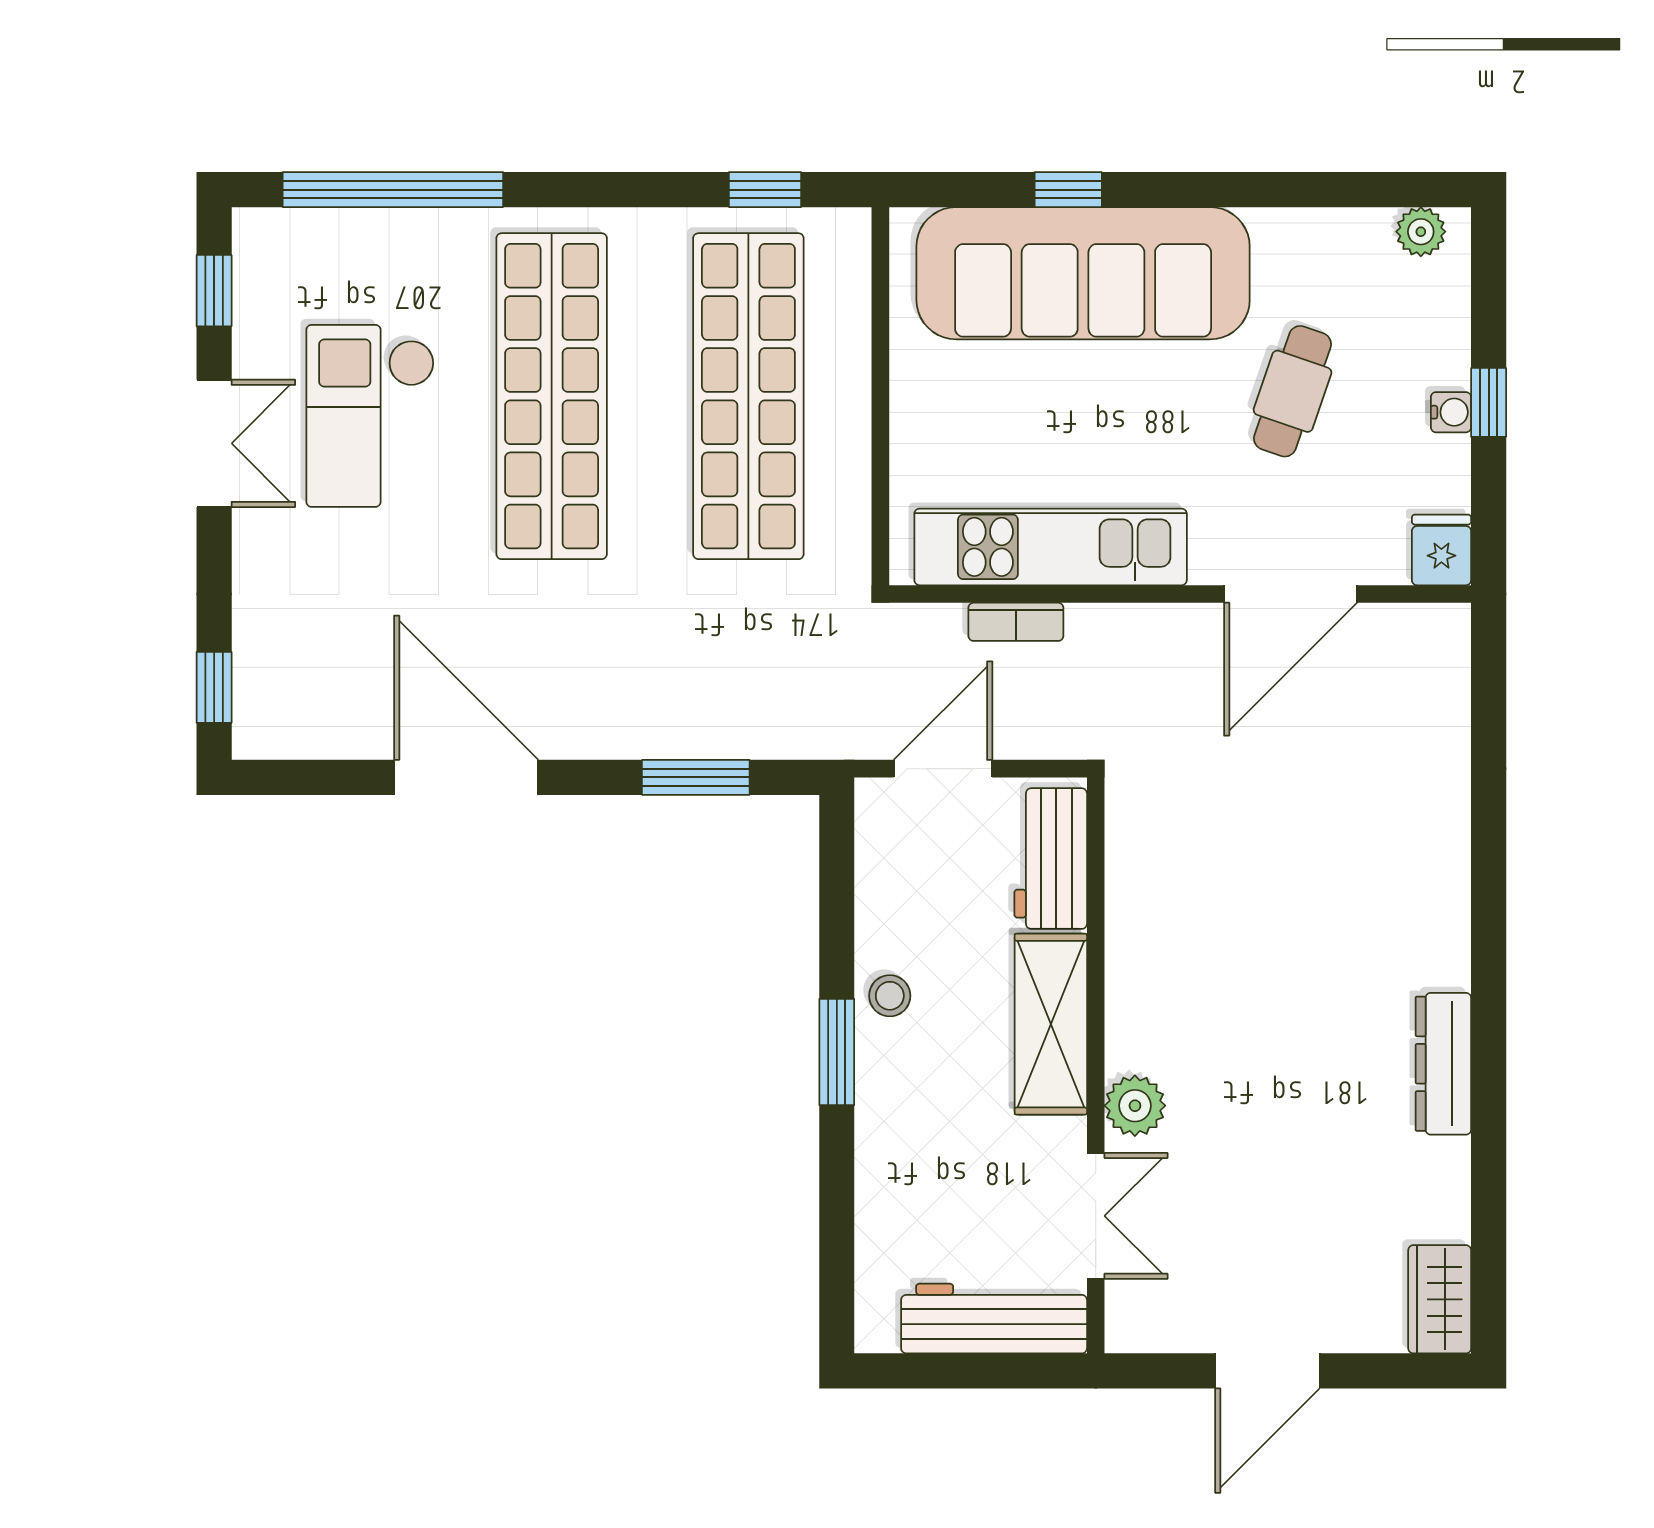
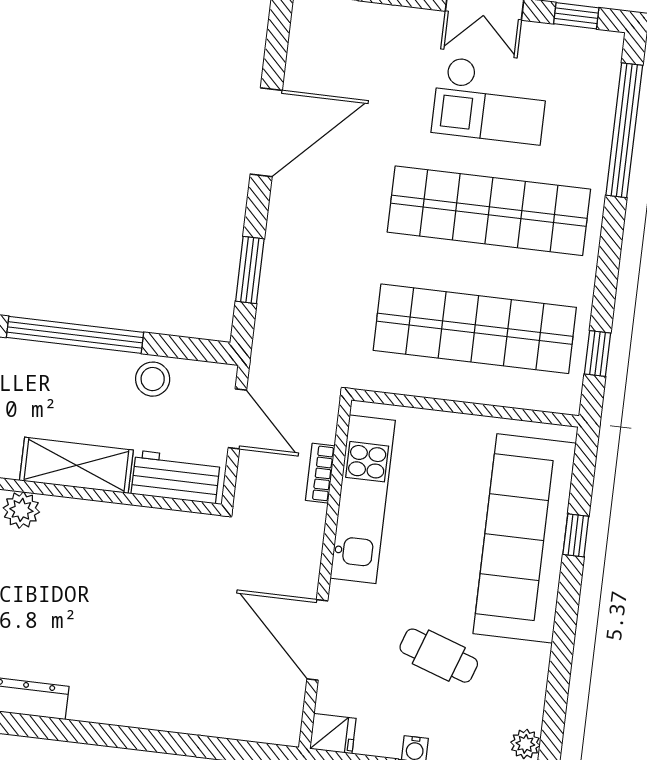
checkout: (370, 416) -> (490, 101), turned 180
stool: (890, 996) -> (153, 379), moved, width x1.37, depth x1.37
window: (837, 1052) -> (75, 335), width x2.11

